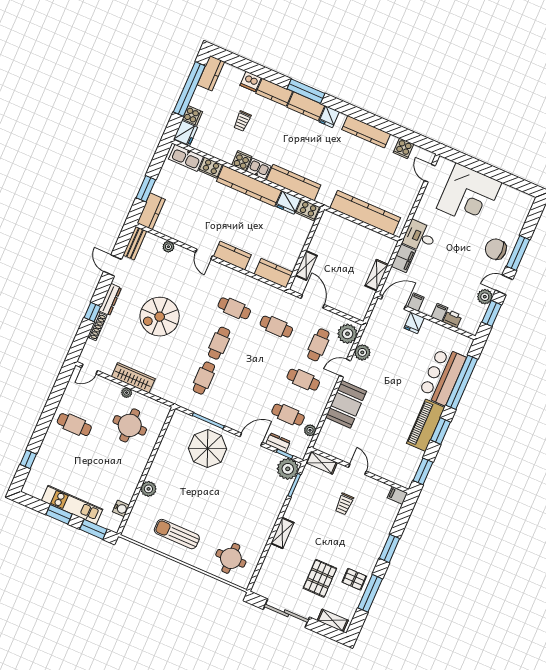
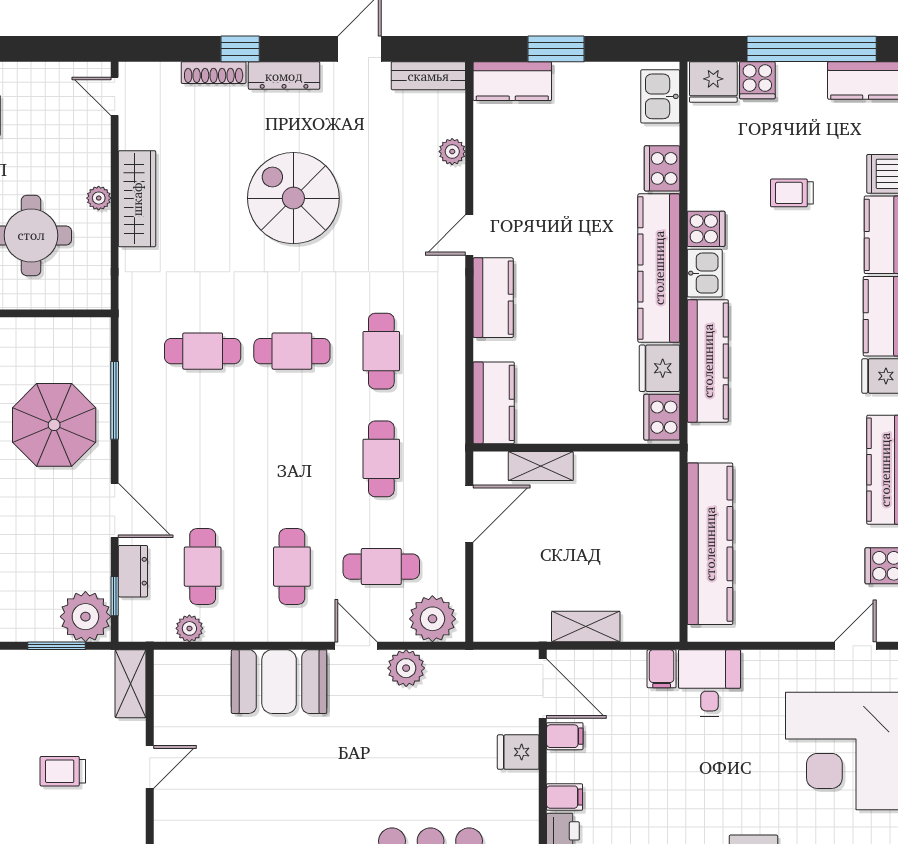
kitchen sink: (186, 158) -> (660, 96), width x0.73
filing cabinet: (403, 258) -> (662, 669), width x0.50

